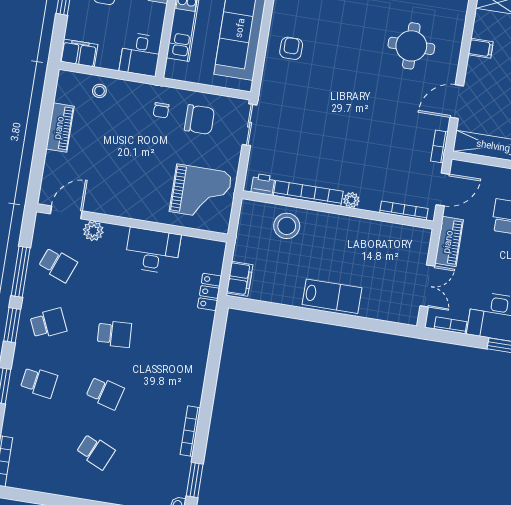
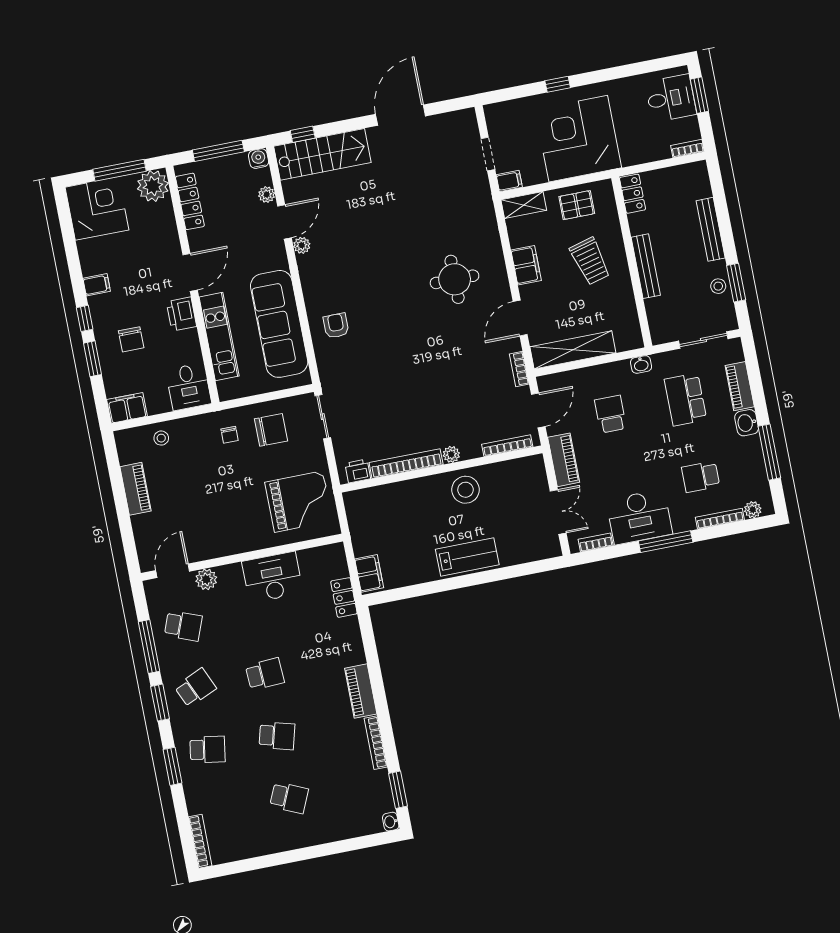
filing cabinet: (481, 48) -> (526, 265), width x2.00
stool: (287, 226) -> (465, 490), moved
piano: (194, 380) -> (361, 691), added

